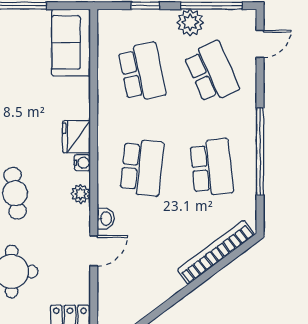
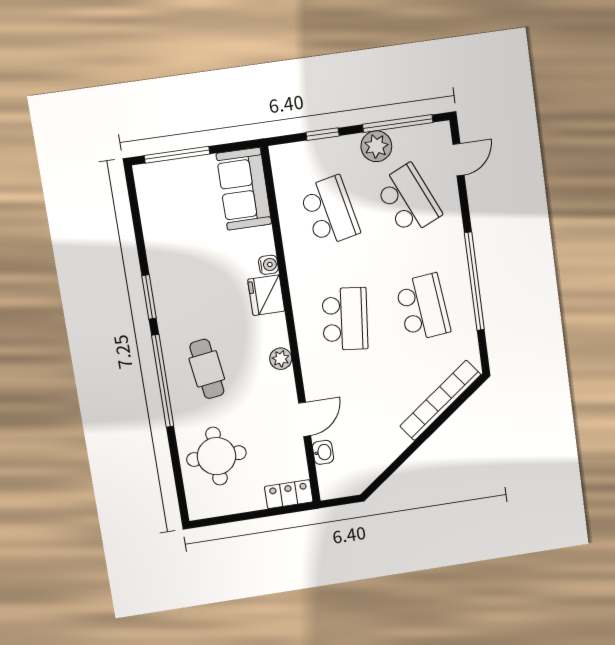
water cooler: (82, 163) -> (268, 265), moved
washbasin: (106, 219) -> (323, 452), moved

